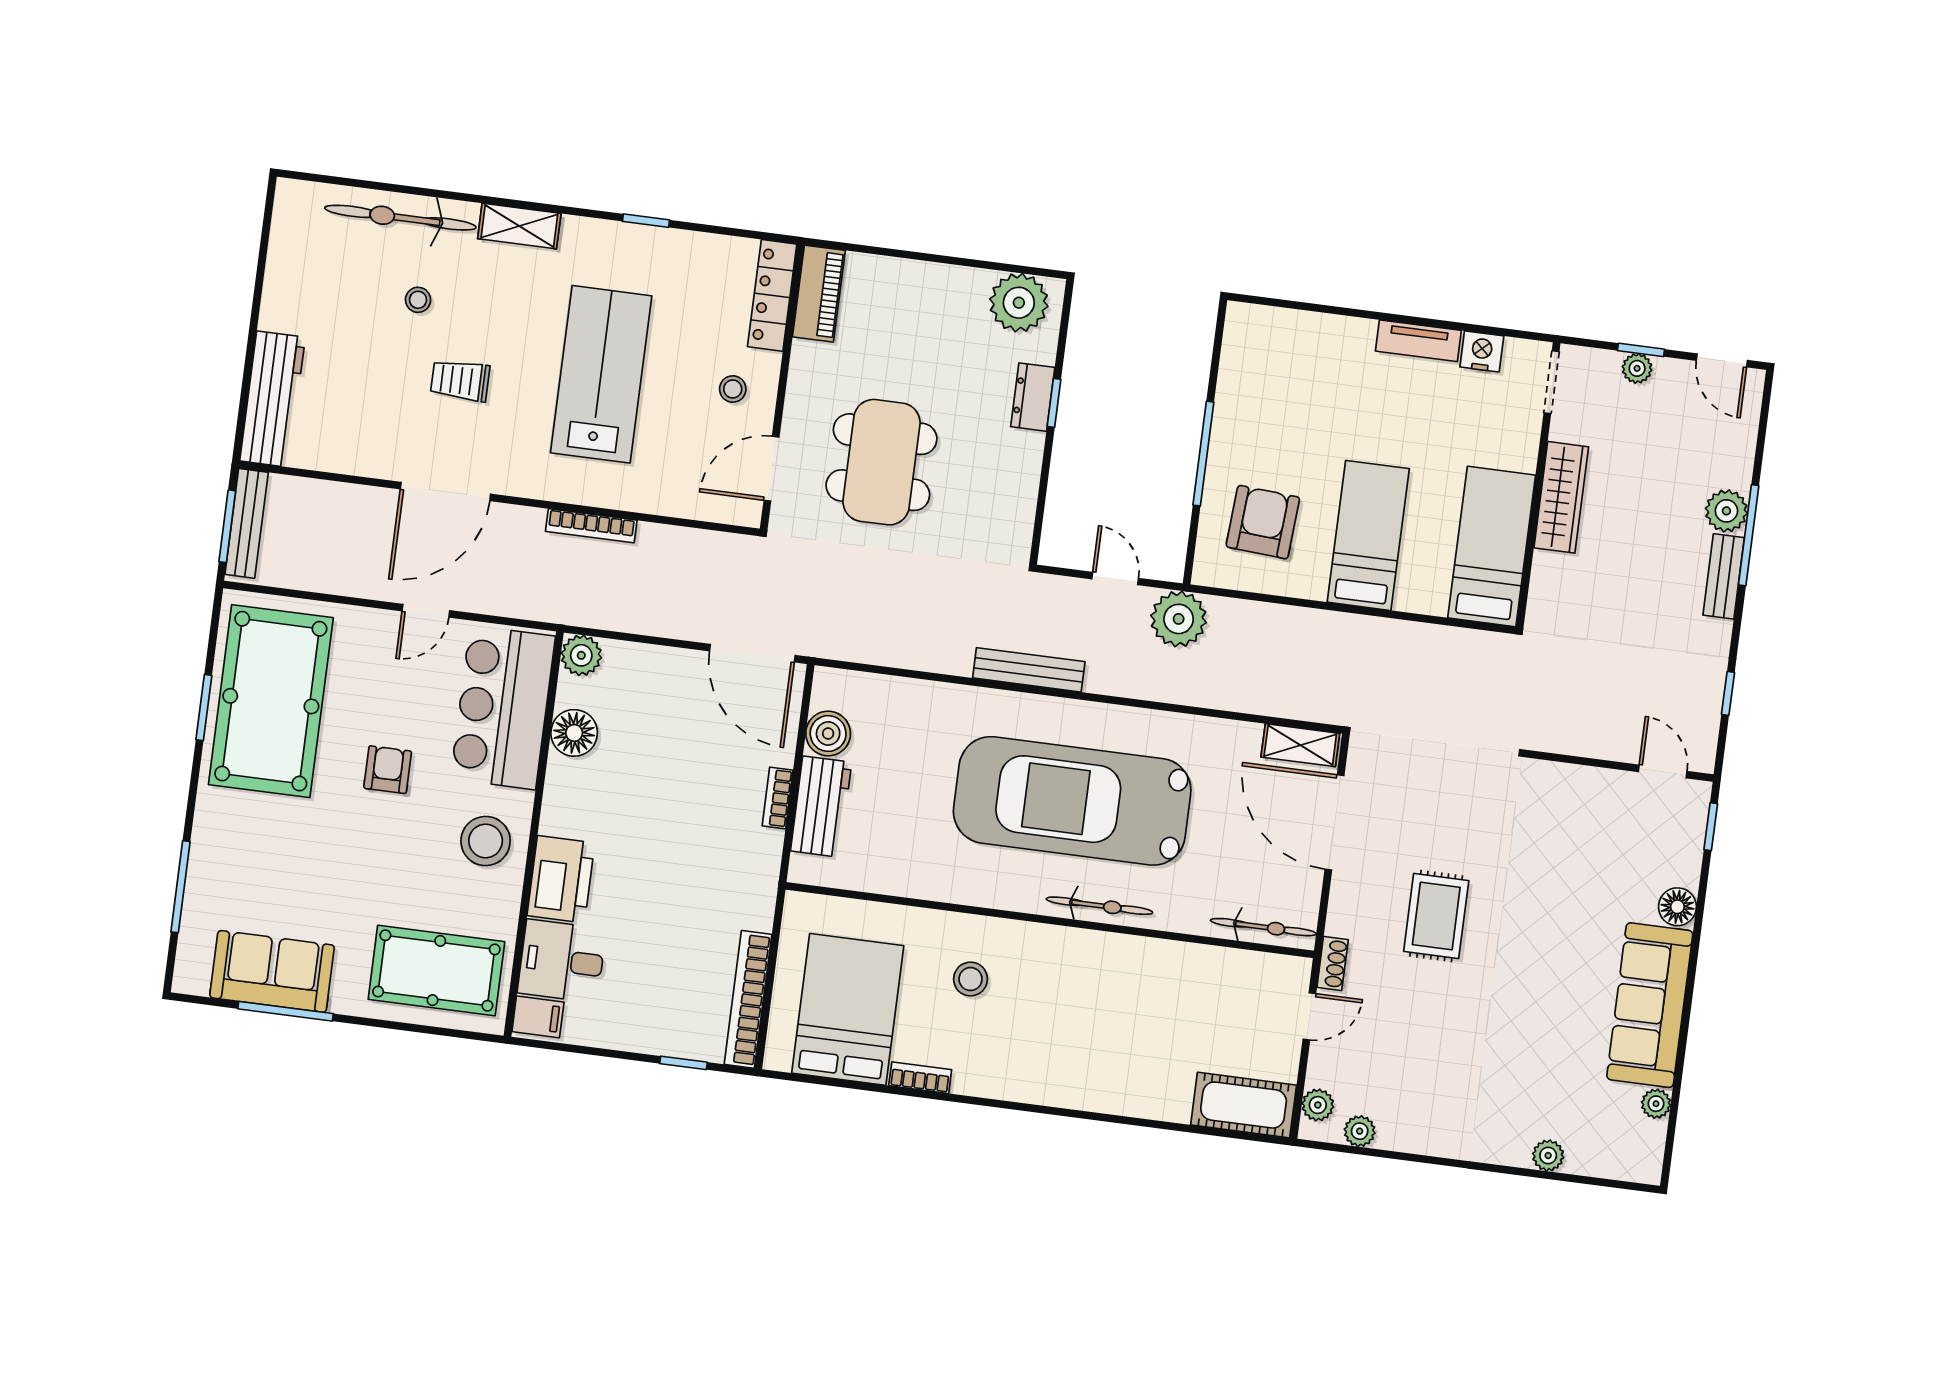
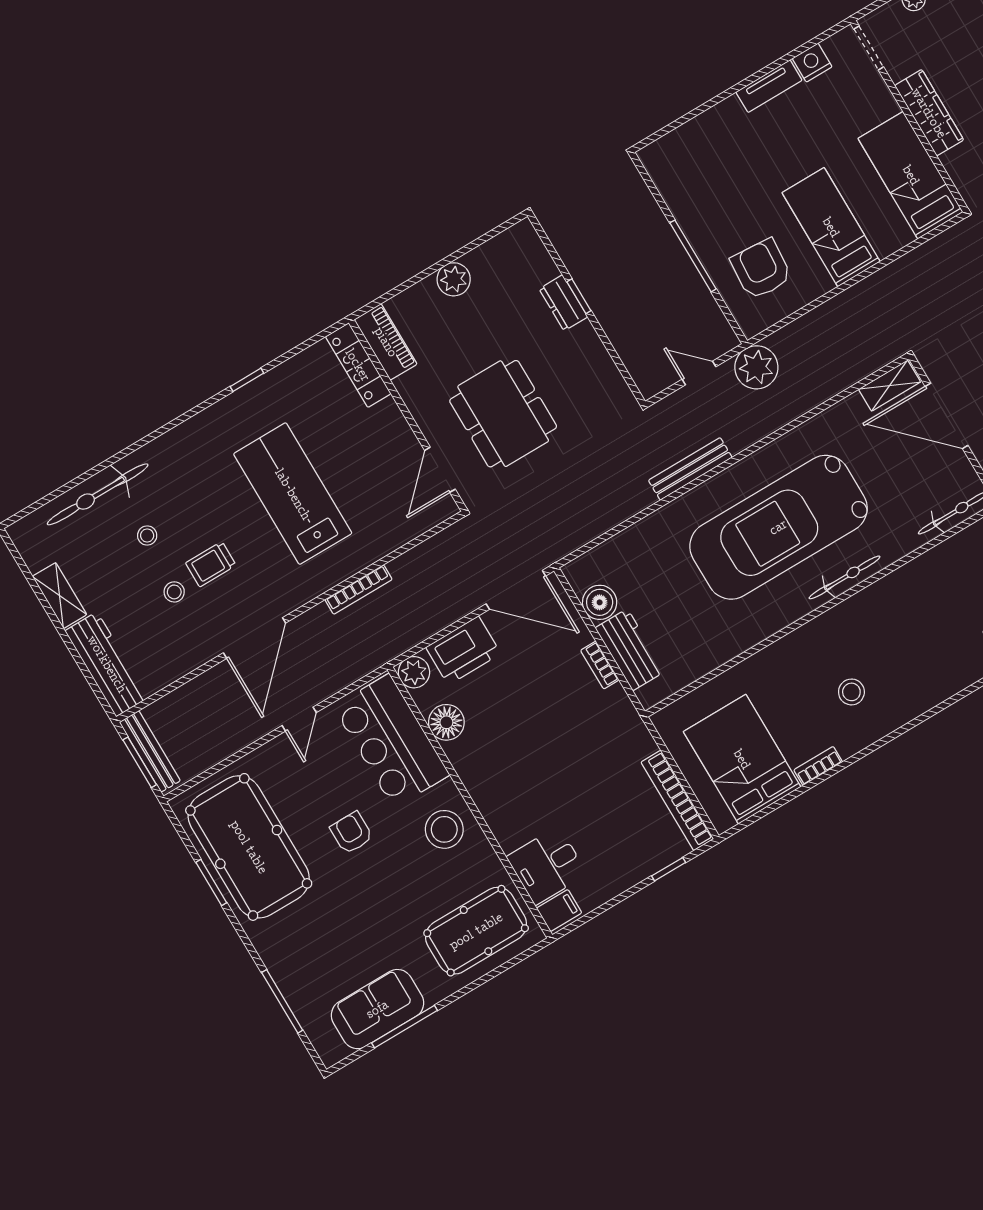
shelving: (519, 226) -> (60, 596), moved, turned 90
plant: (1019, 303) -> (454, 279), moved, width x0.73, depth x0.73
stool: (733, 389) -> (174, 592), moved
printer: (561, 879) -> (463, 650), moved, turned 90
stool: (971, 979) -> (851, 692), moved

